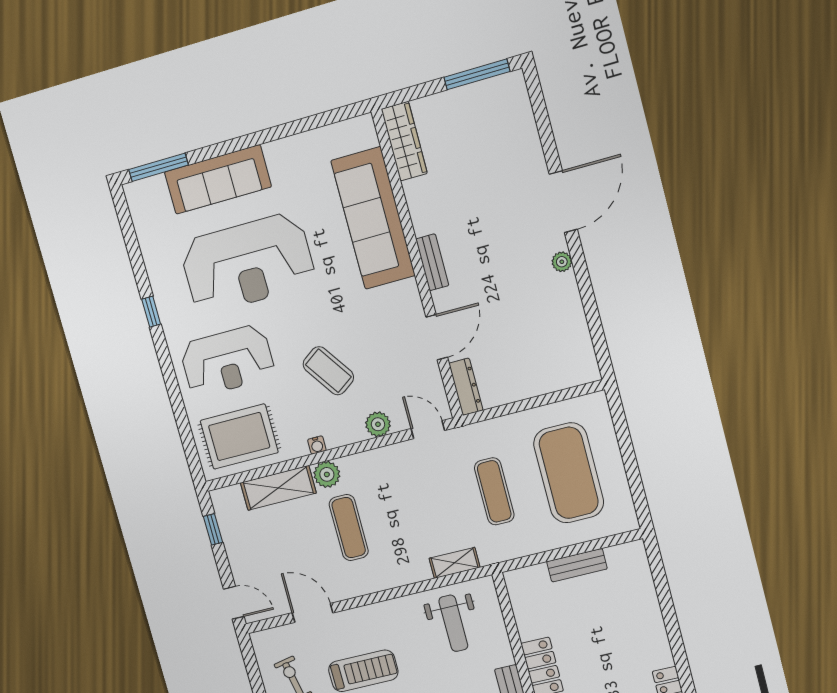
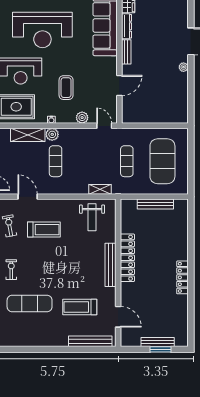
coffee table: (328, 371) -> (66, 88), turned 35
dresser: (466, 387) -> (126, 26), moved
bench: (577, 565) -> (155, 204), width x1.36

